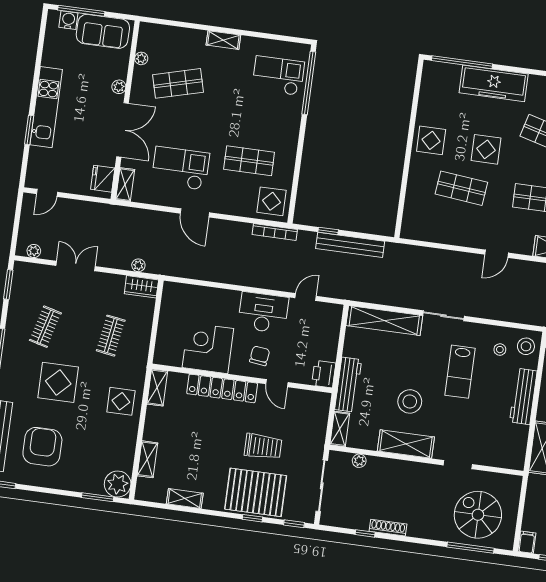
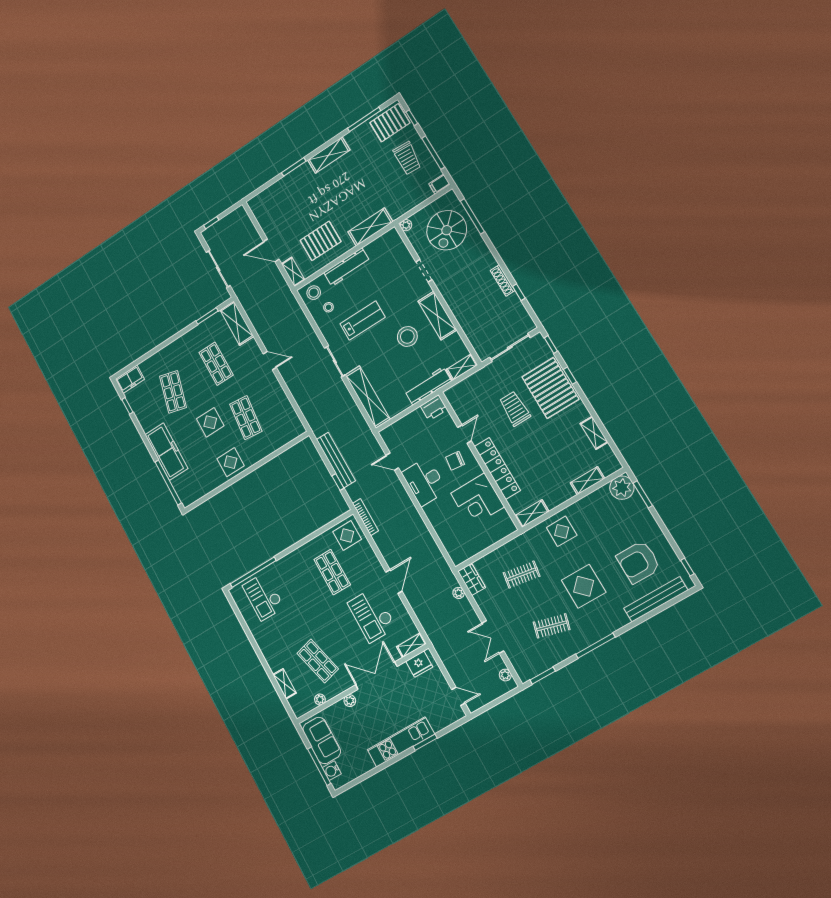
shelving: (223, 40) -> (284, 684), moved
plant: (359, 461) -> (406, 225), moved

